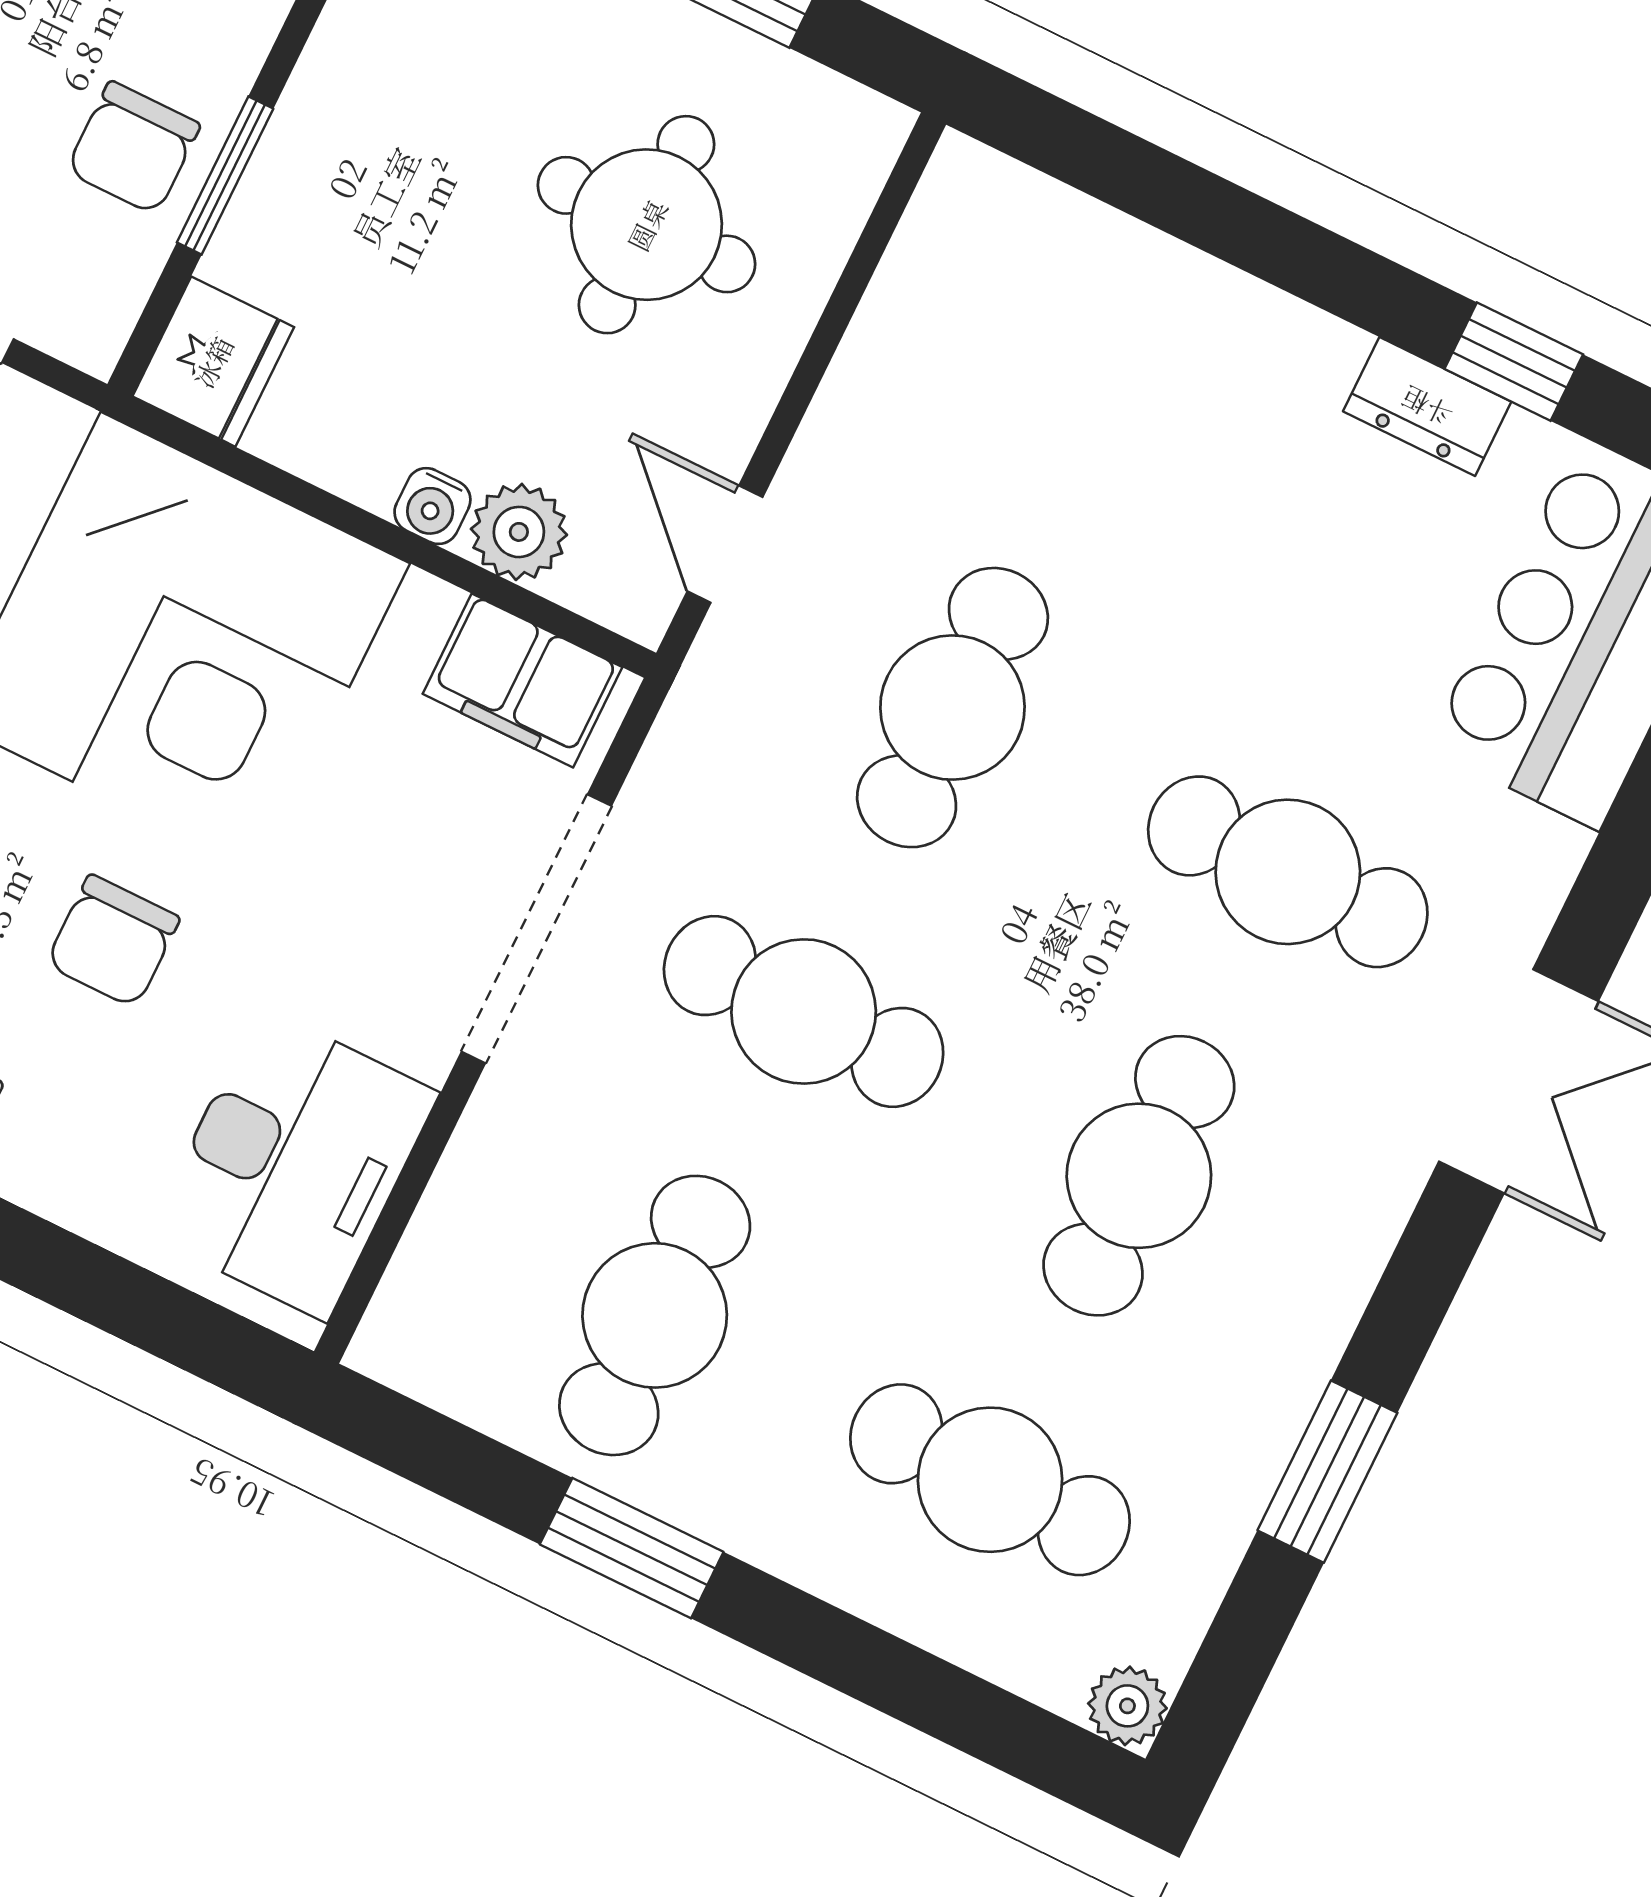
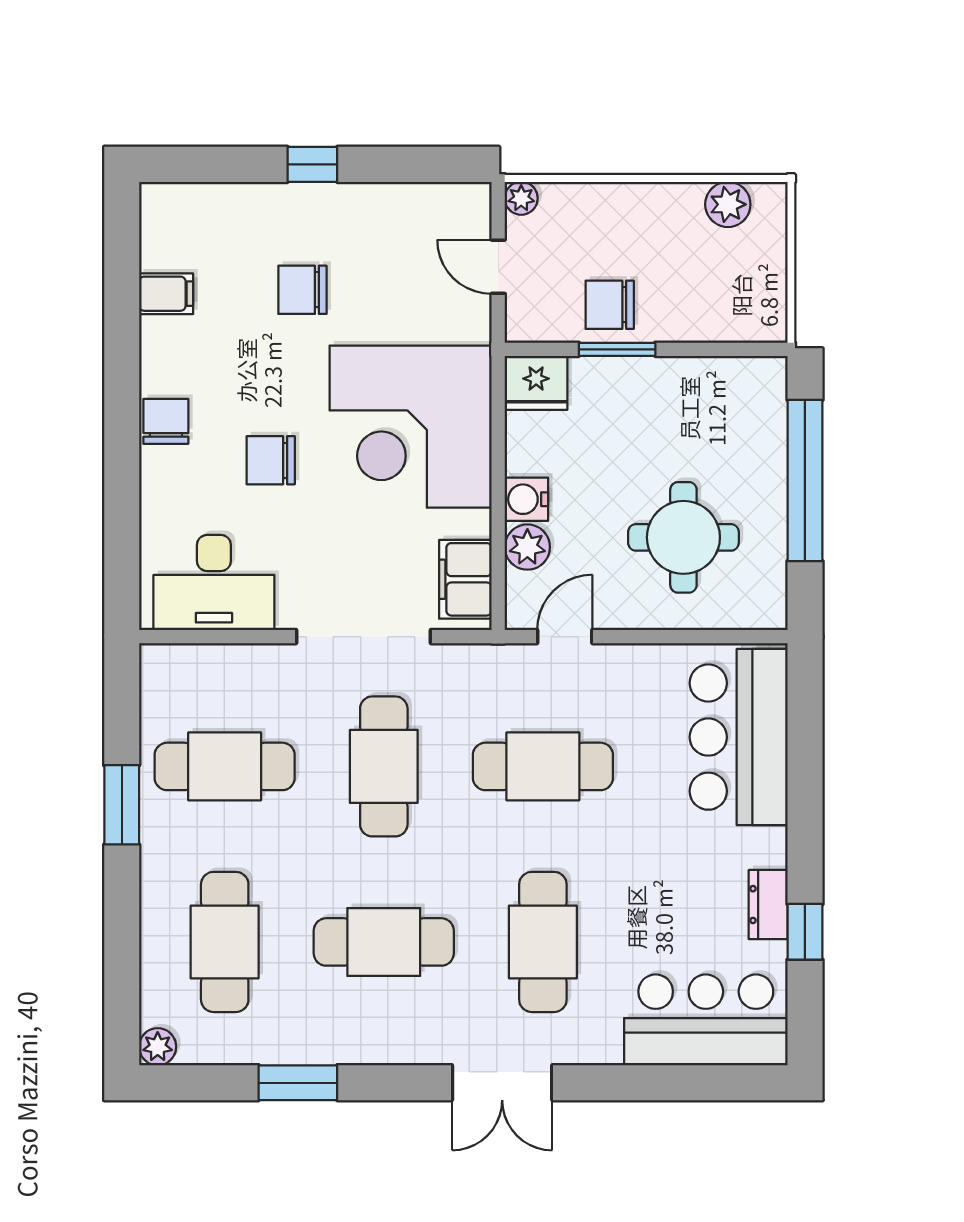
bar counter: (1080, 306) -> (739, 737), added
water cooler: (432, 506) -> (526, 499), width x1.38, depth x1.38

